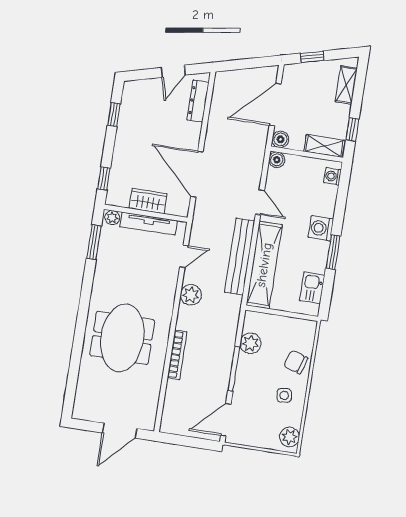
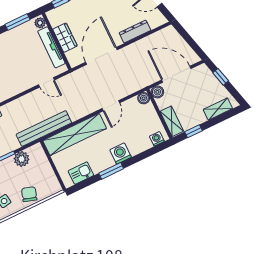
dresser: (198, 101) -> (135, 31), moved
bench: (240, 257) -> (44, 129), moved
plant: (191, 295) -> (26, 103), removed

